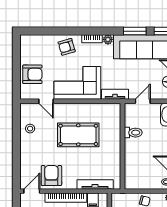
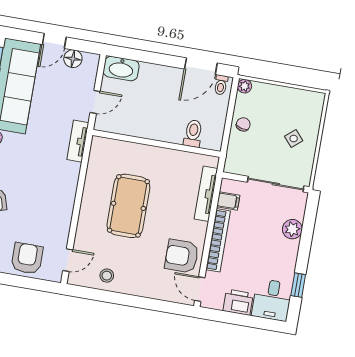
corner sofa: (77, 83) -> (51, 194), removed
door: (46, 101) -> (68, 260), moved
door: (143, 101) -> (95, 102), swing flipped
toilet: (133, 133) -> (193, 133), moved

